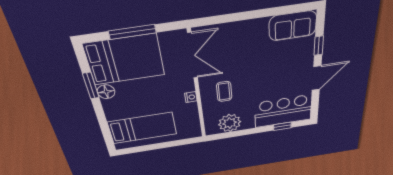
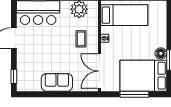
sofa: (293, 26) -> (57, 82), moved
window: (319, 46) -> (14, 76), moved
bed: (142, 128) -> (124, 15), moved, turned 180

